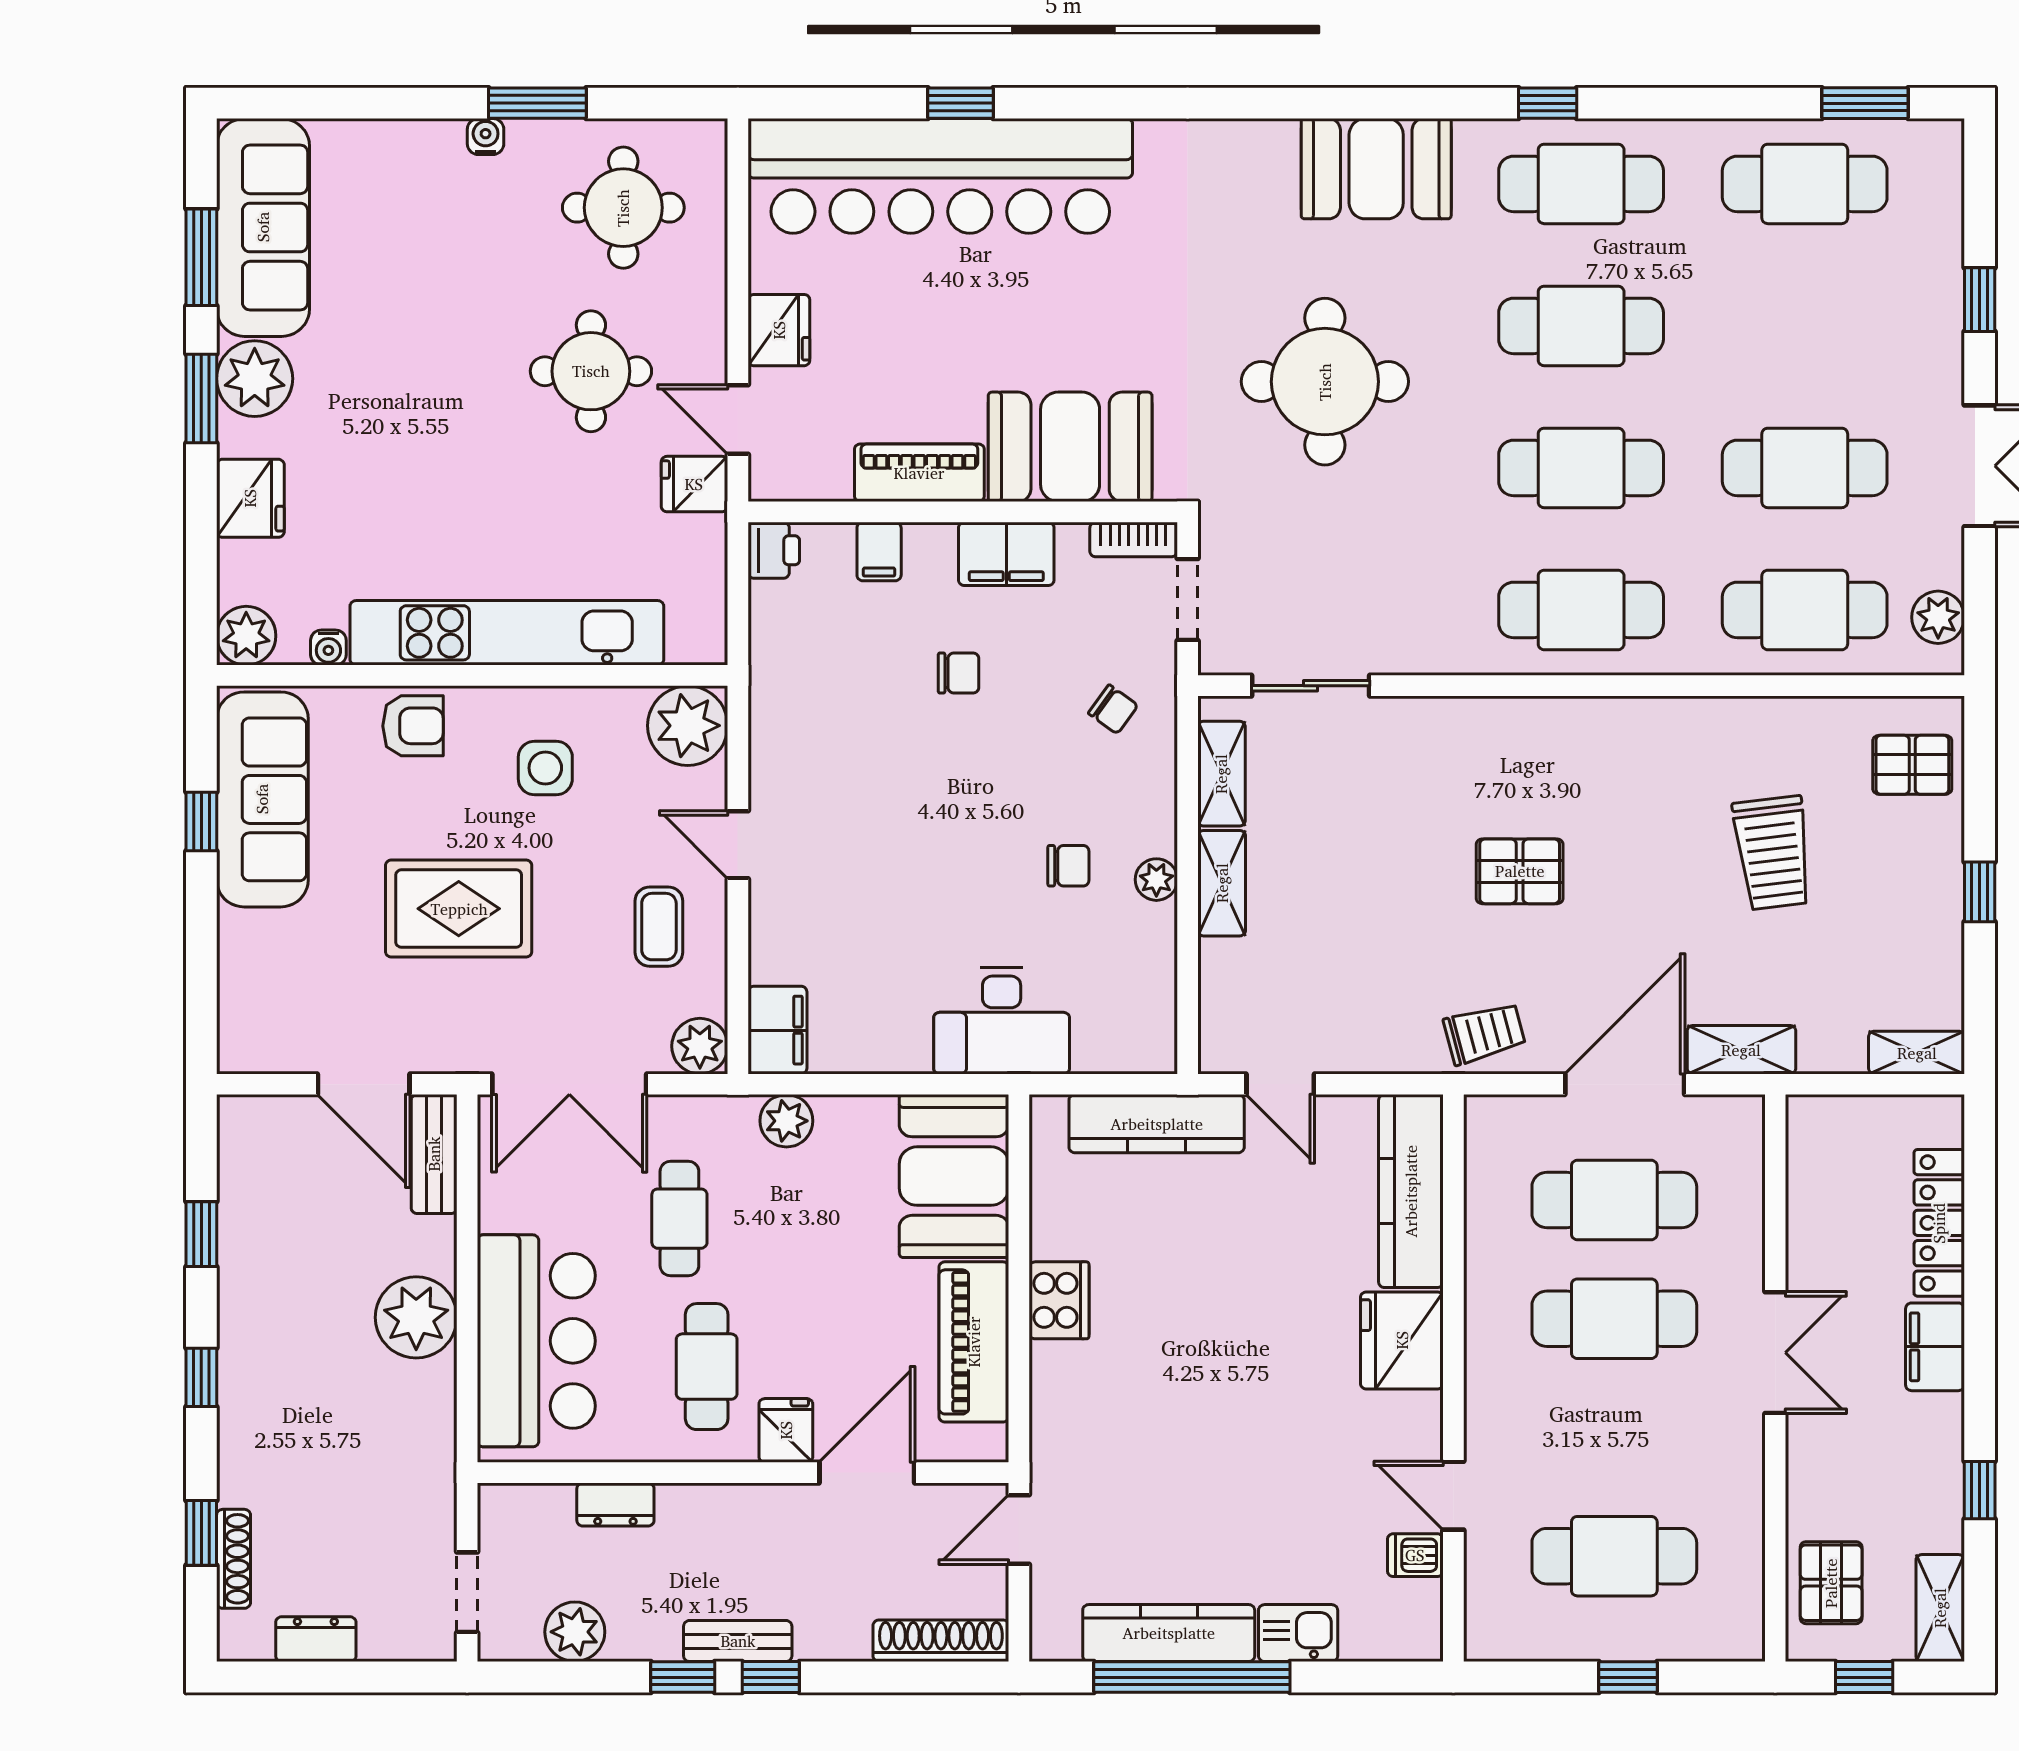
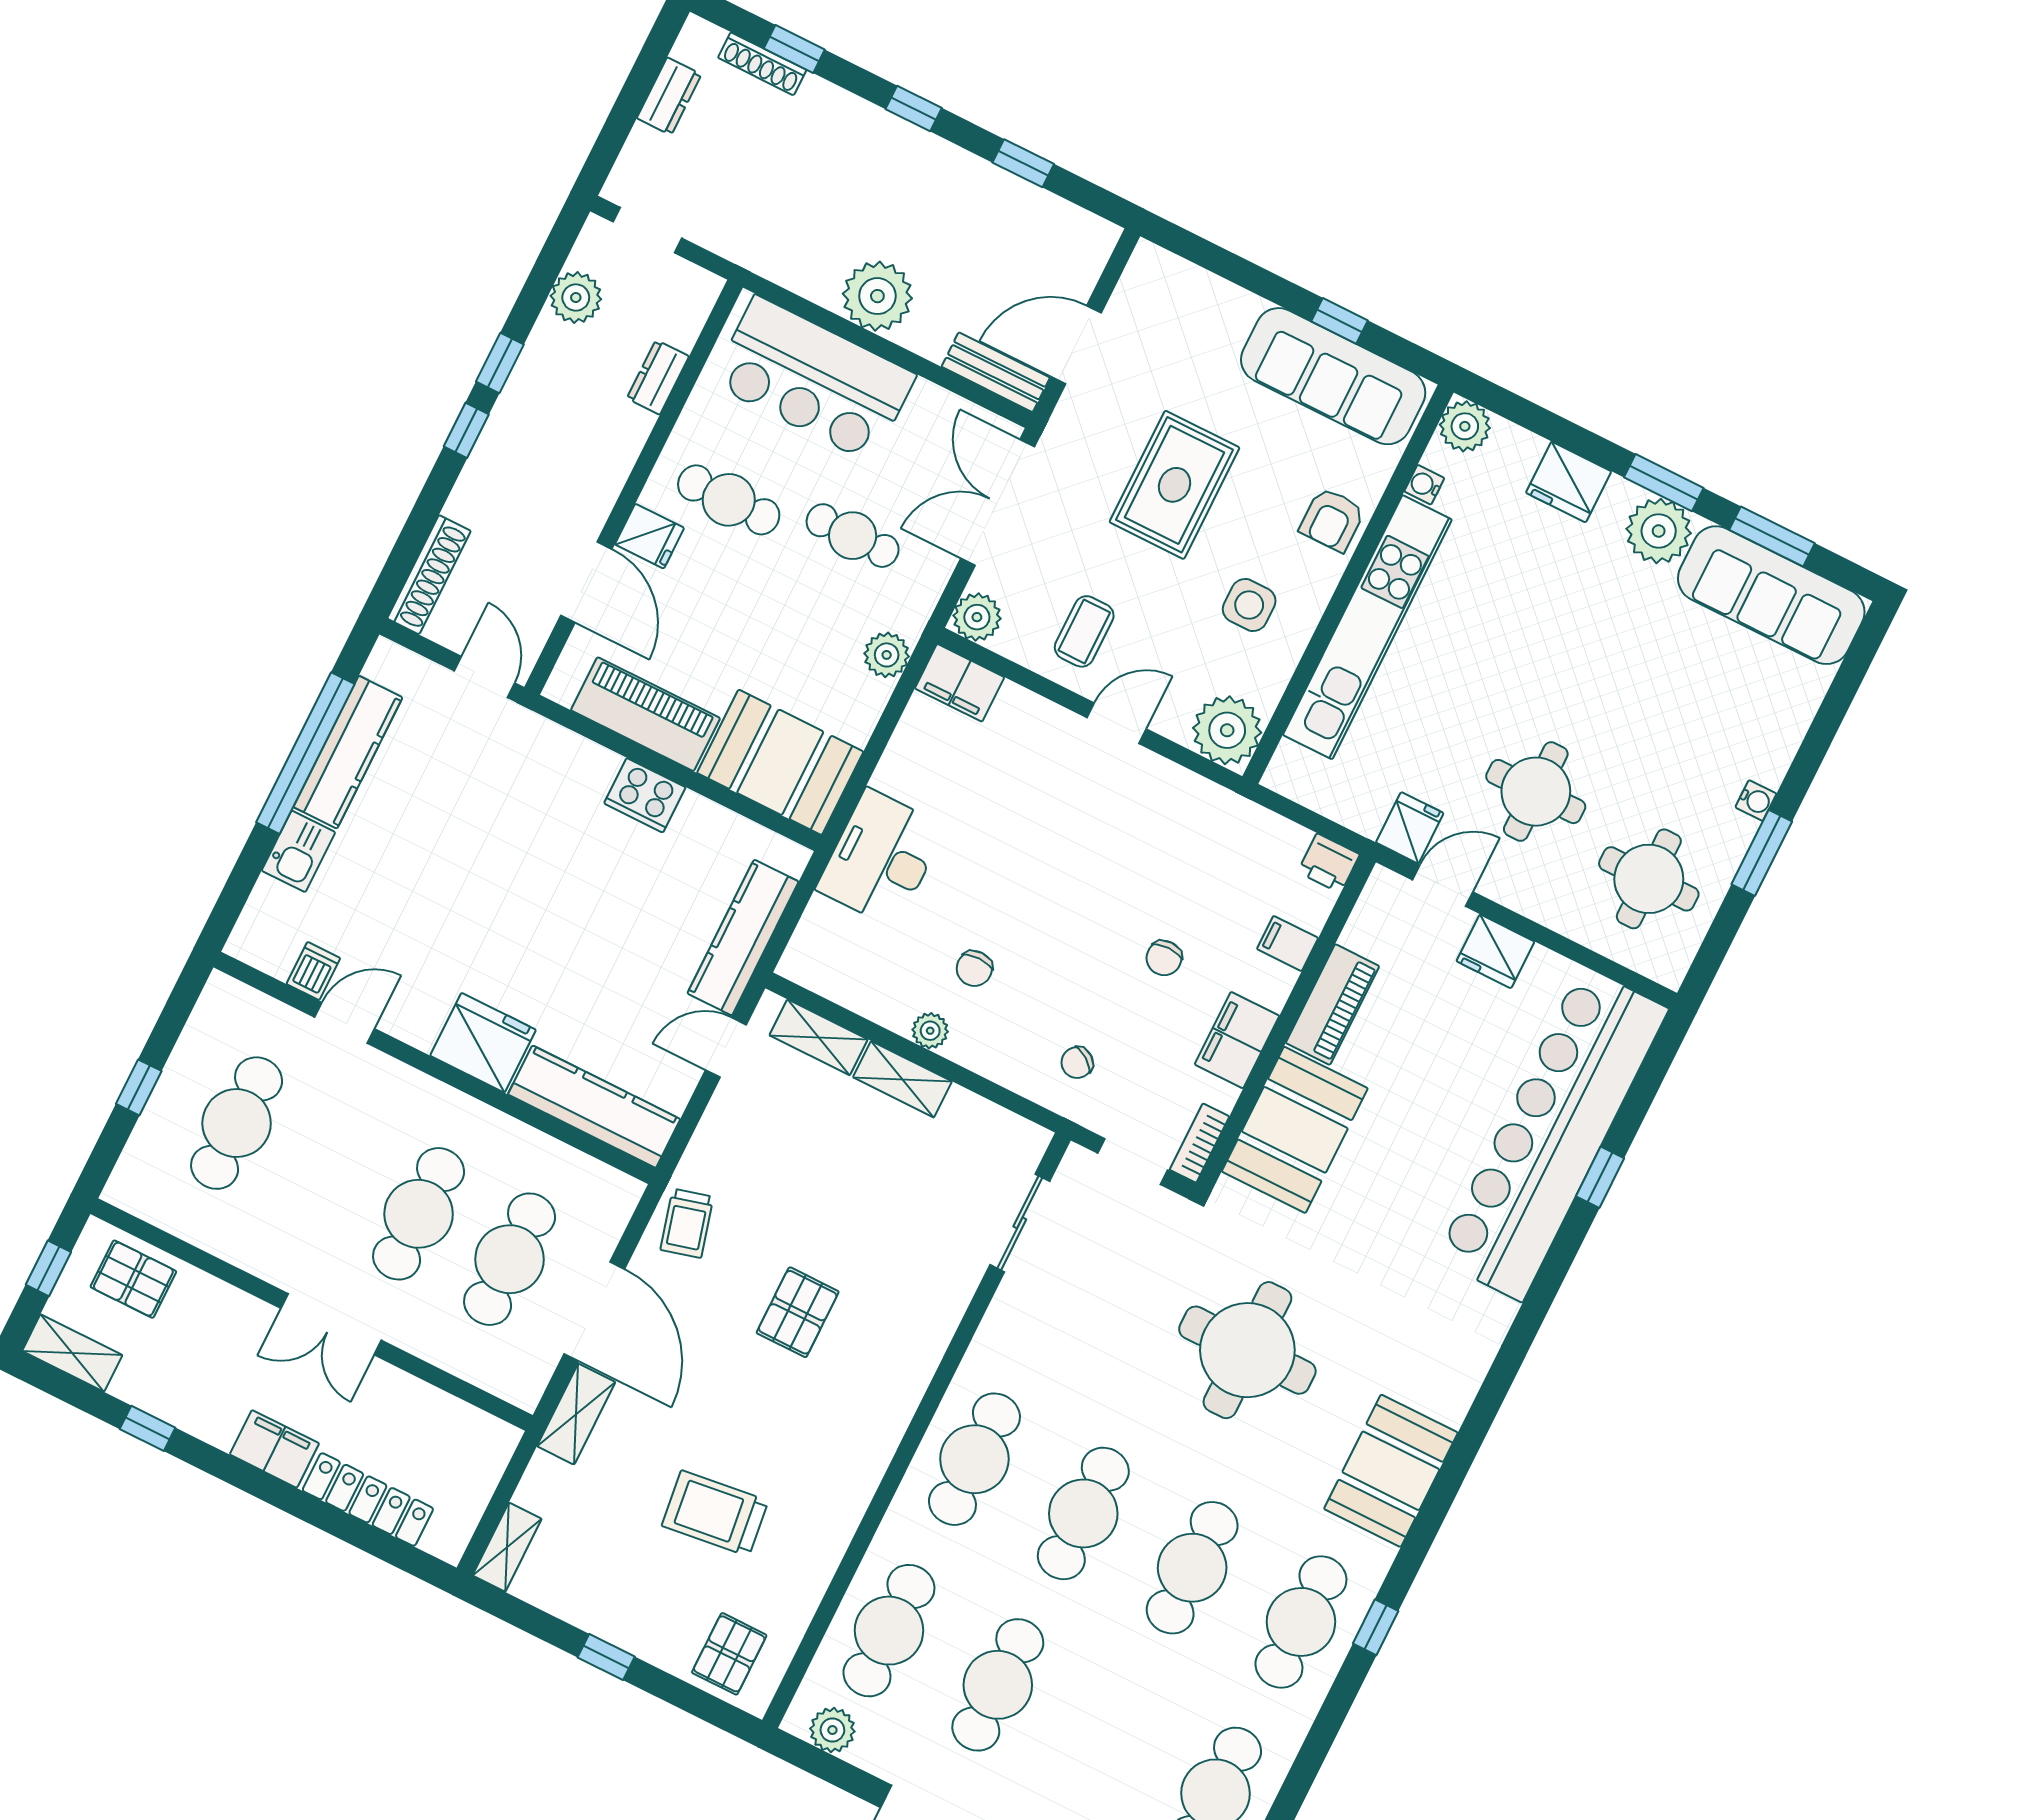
shelving: (1221, 774) -> (819, 1037), moved
coffee table: (659, 927) -> (1084, 631), turned 90
bench: (738, 1641) -> (506, 419), removed

